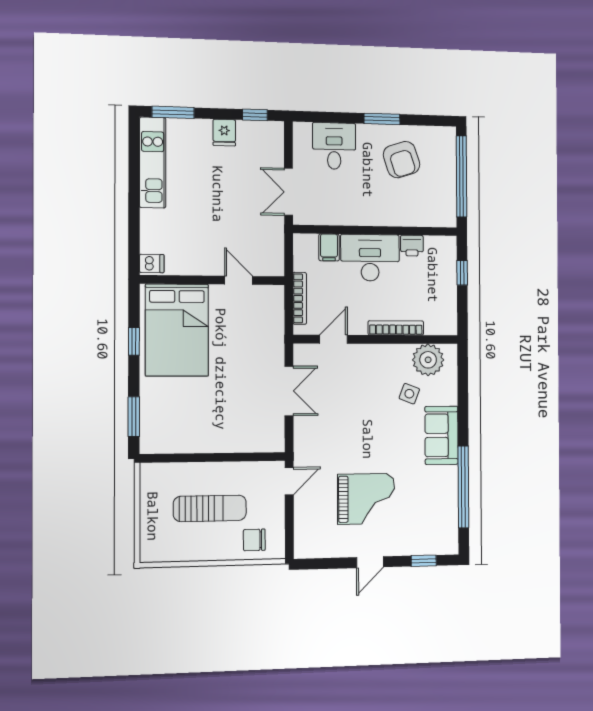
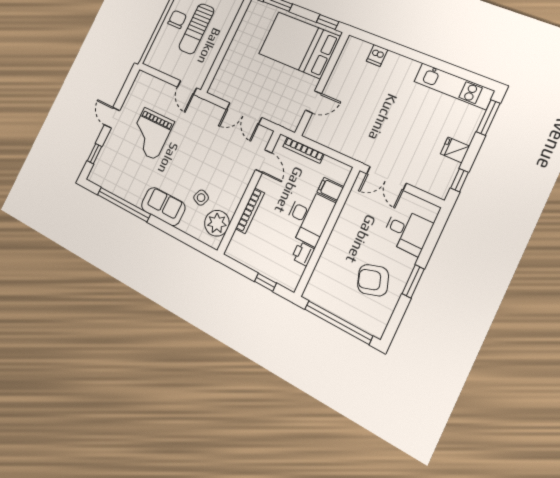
double door: (288, 192) -> (386, 178), swing flipped
wall: (213, 280) -> (322, 84), moved
door: (239, 280) -> (314, 102), moved
bed: (177, 330) -> (299, 45), moved
chair: (254, 540) -> (177, 19), moved

